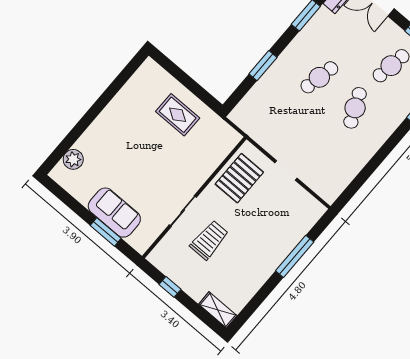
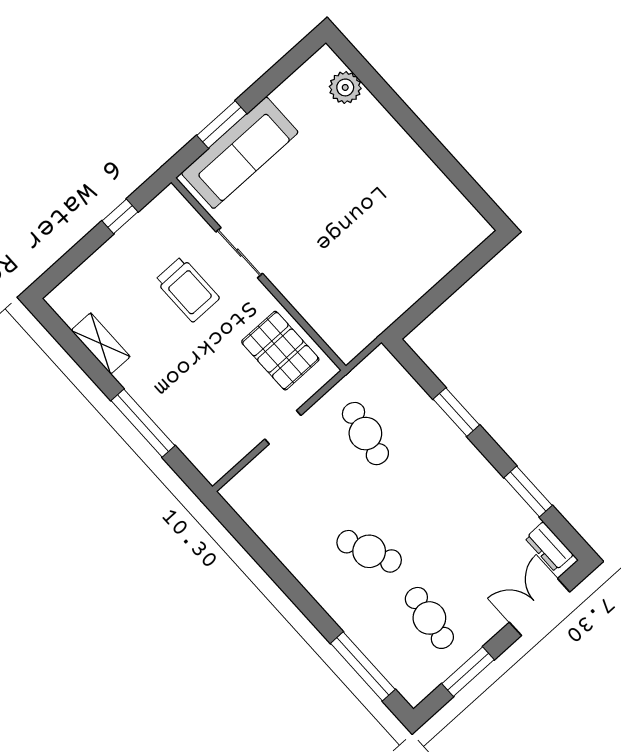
cafe table: (319, 77) -> (365, 434), moved
rug: (178, 115) -> (395, 265), removed
sofa: (114, 213) -> (240, 153), width x1.36
shelving: (218, 310) -> (101, 343), moved, turned 90

